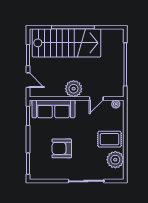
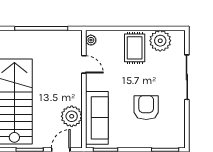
plant: (74, 89) -> (72, 116), moved
armchair: (62, 148) -> (146, 108), turned 180

